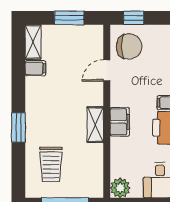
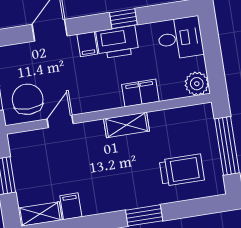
door: (107, 70) -> (60, 121), swing flipped
filing cabinet: (120, 122) -> (140, 93), moved

